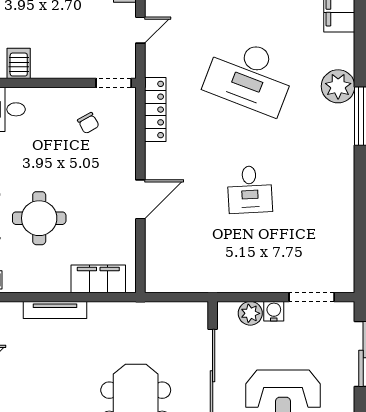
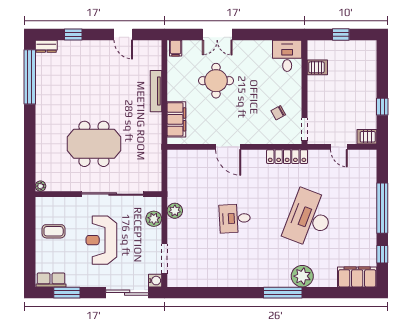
plant: (238, 281) -> (175, 211), added
water cooler: (274, 311) -> (155, 281), moved

